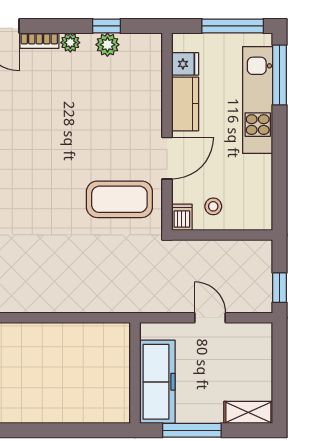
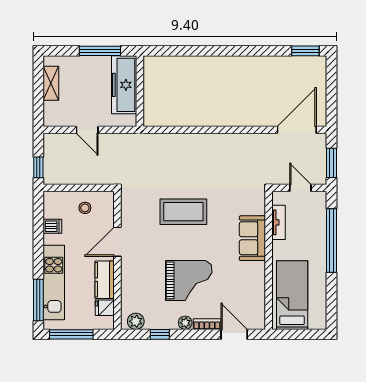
plant: (107, 45) -> (136, 321), moved
grand piano: (65, 103) -> (189, 280), added
coffee table: (119, 199) -> (183, 212), moved
dishwasher: (182, 217) -> (52, 226), moved, turned -90
window: (280, 288) -> (38, 167), moved
shelving: (248, 412) -> (51, 83), moved, turned 90

